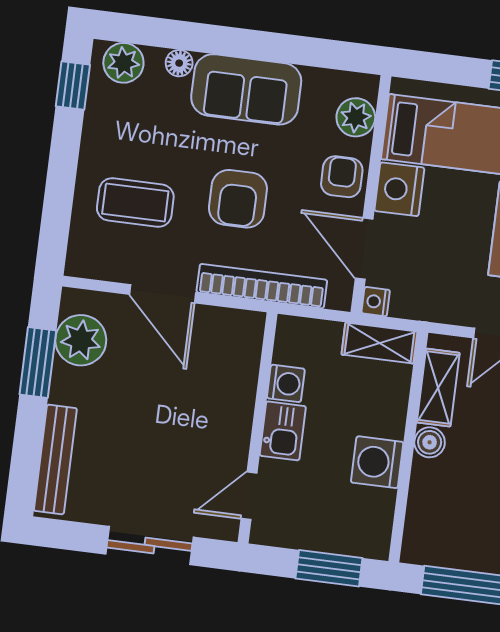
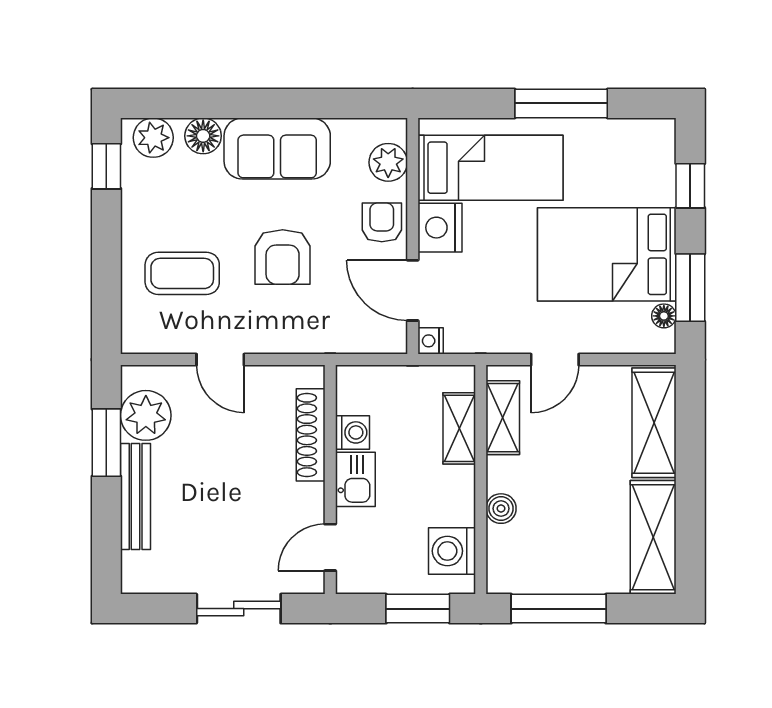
floor lamp: (179, 63) -> (203, 136), width x1.37, depth x1.37
bookcase: (262, 286) -> (317, 340), removed
door: (162, 294) -> (220, 360), width x0.73
shelving: (379, 343) -> (459, 428), moved, turned 90
shoe rack: (243, 381) -> (311, 435), added
boiler: (430, 442) -> (501, 509), moved
bench: (55, 459) -> (136, 497), moved
washing machine: (377, 462) -> (452, 551), moved

